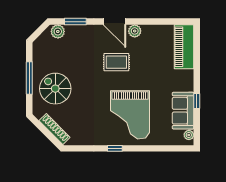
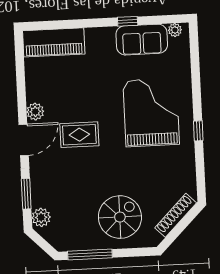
rug: (116, 62) -> (79, 135), turned 90
window: (29, 78) -> (90, 254), moved
spiral stairs: (55, 89) -> (120, 217), turned 180
grand piano: (130, 115) -> (151, 112), turned -90

